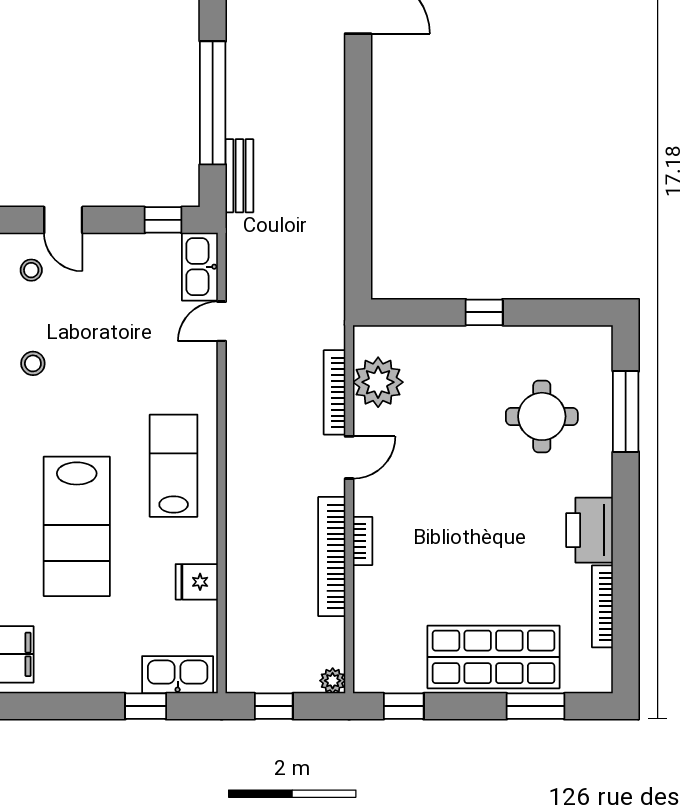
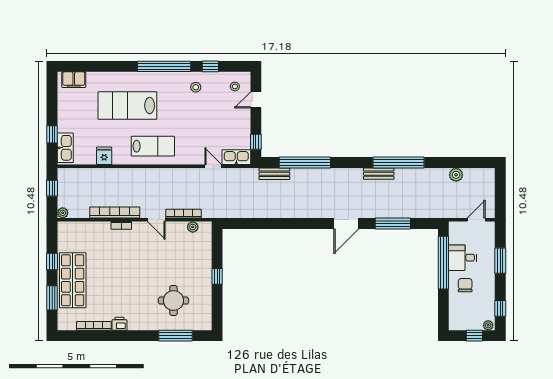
plant: (378, 382) -> (193, 227), width x0.53, depth x0.53
printer: (590, 530) -> (119, 324), width x0.53, depth x0.68
window: (404, 706) -> (52, 261), moved

